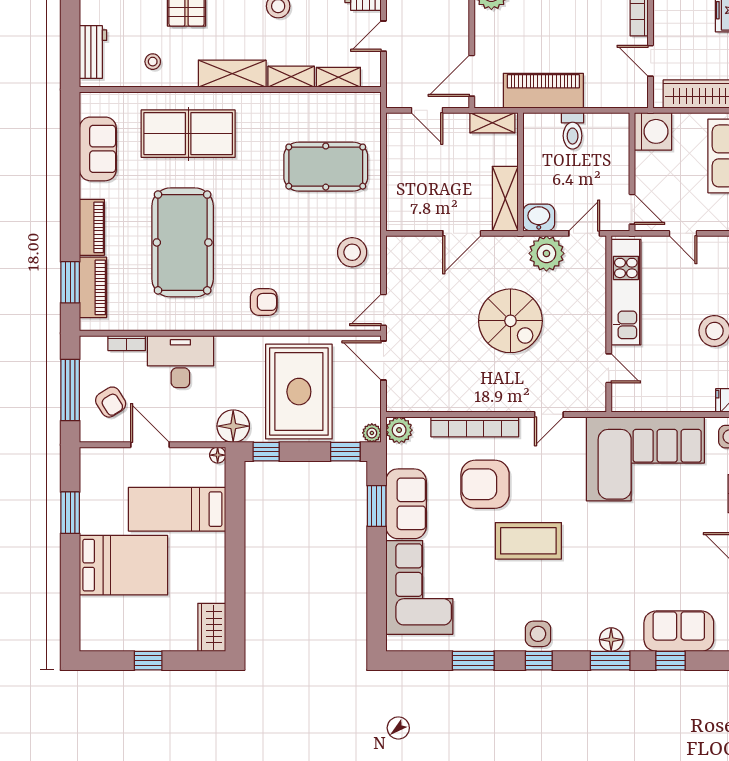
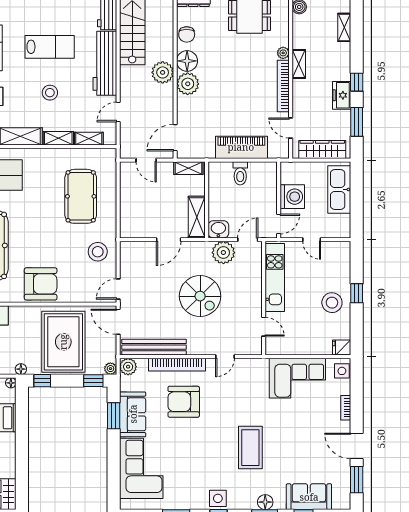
piano: (543, 91) -> (241, 147), moved
washing machine: (653, 131) -> (292, 197), moved
pool table: (326, 167) -> (81, 196), turned 90
door: (632, 209) -> (279, 224), hinge flipped
armchair: (264, 302) -> (41, 284), width x1.88, depth x1.88
bench: (439, 400) -> (154, 347), added
floor lamp: (233, 426) -> (21, 369), width x0.53, depth x0.53
corner sofa: (645, 459) -> (297, 378), width x0.73, depth x0.74
coffee table: (528, 541) -> (250, 448), moved, turned 90

